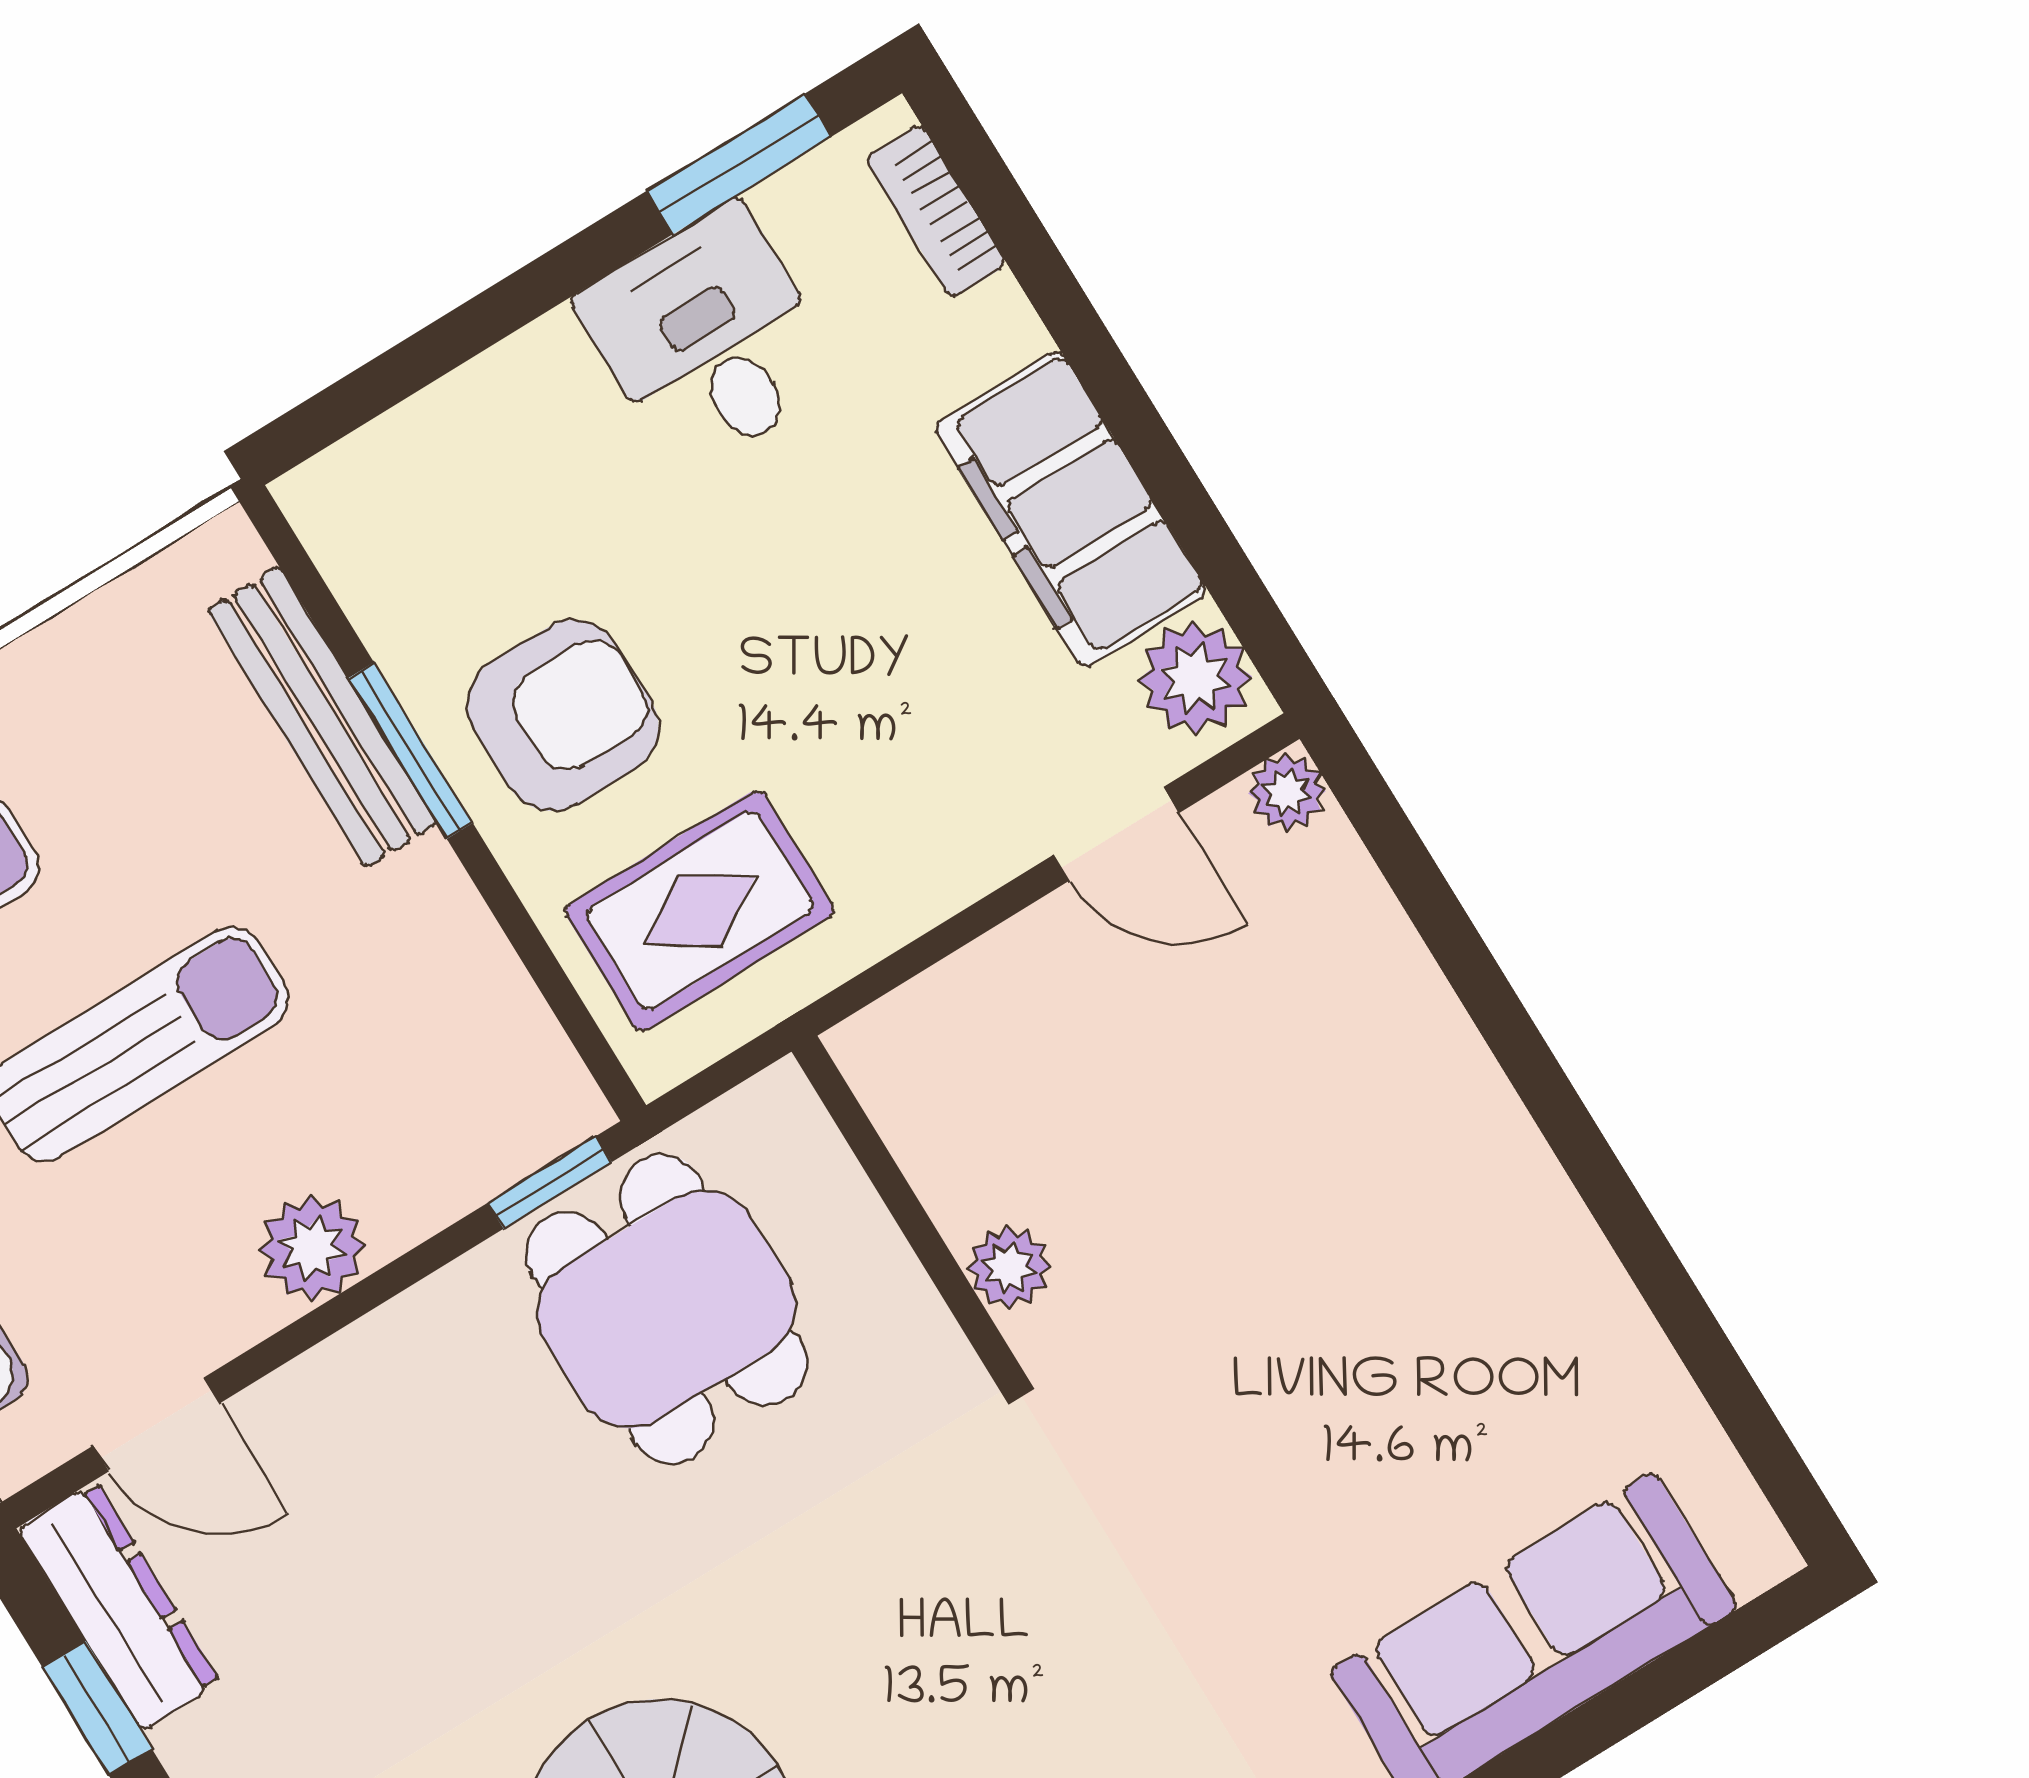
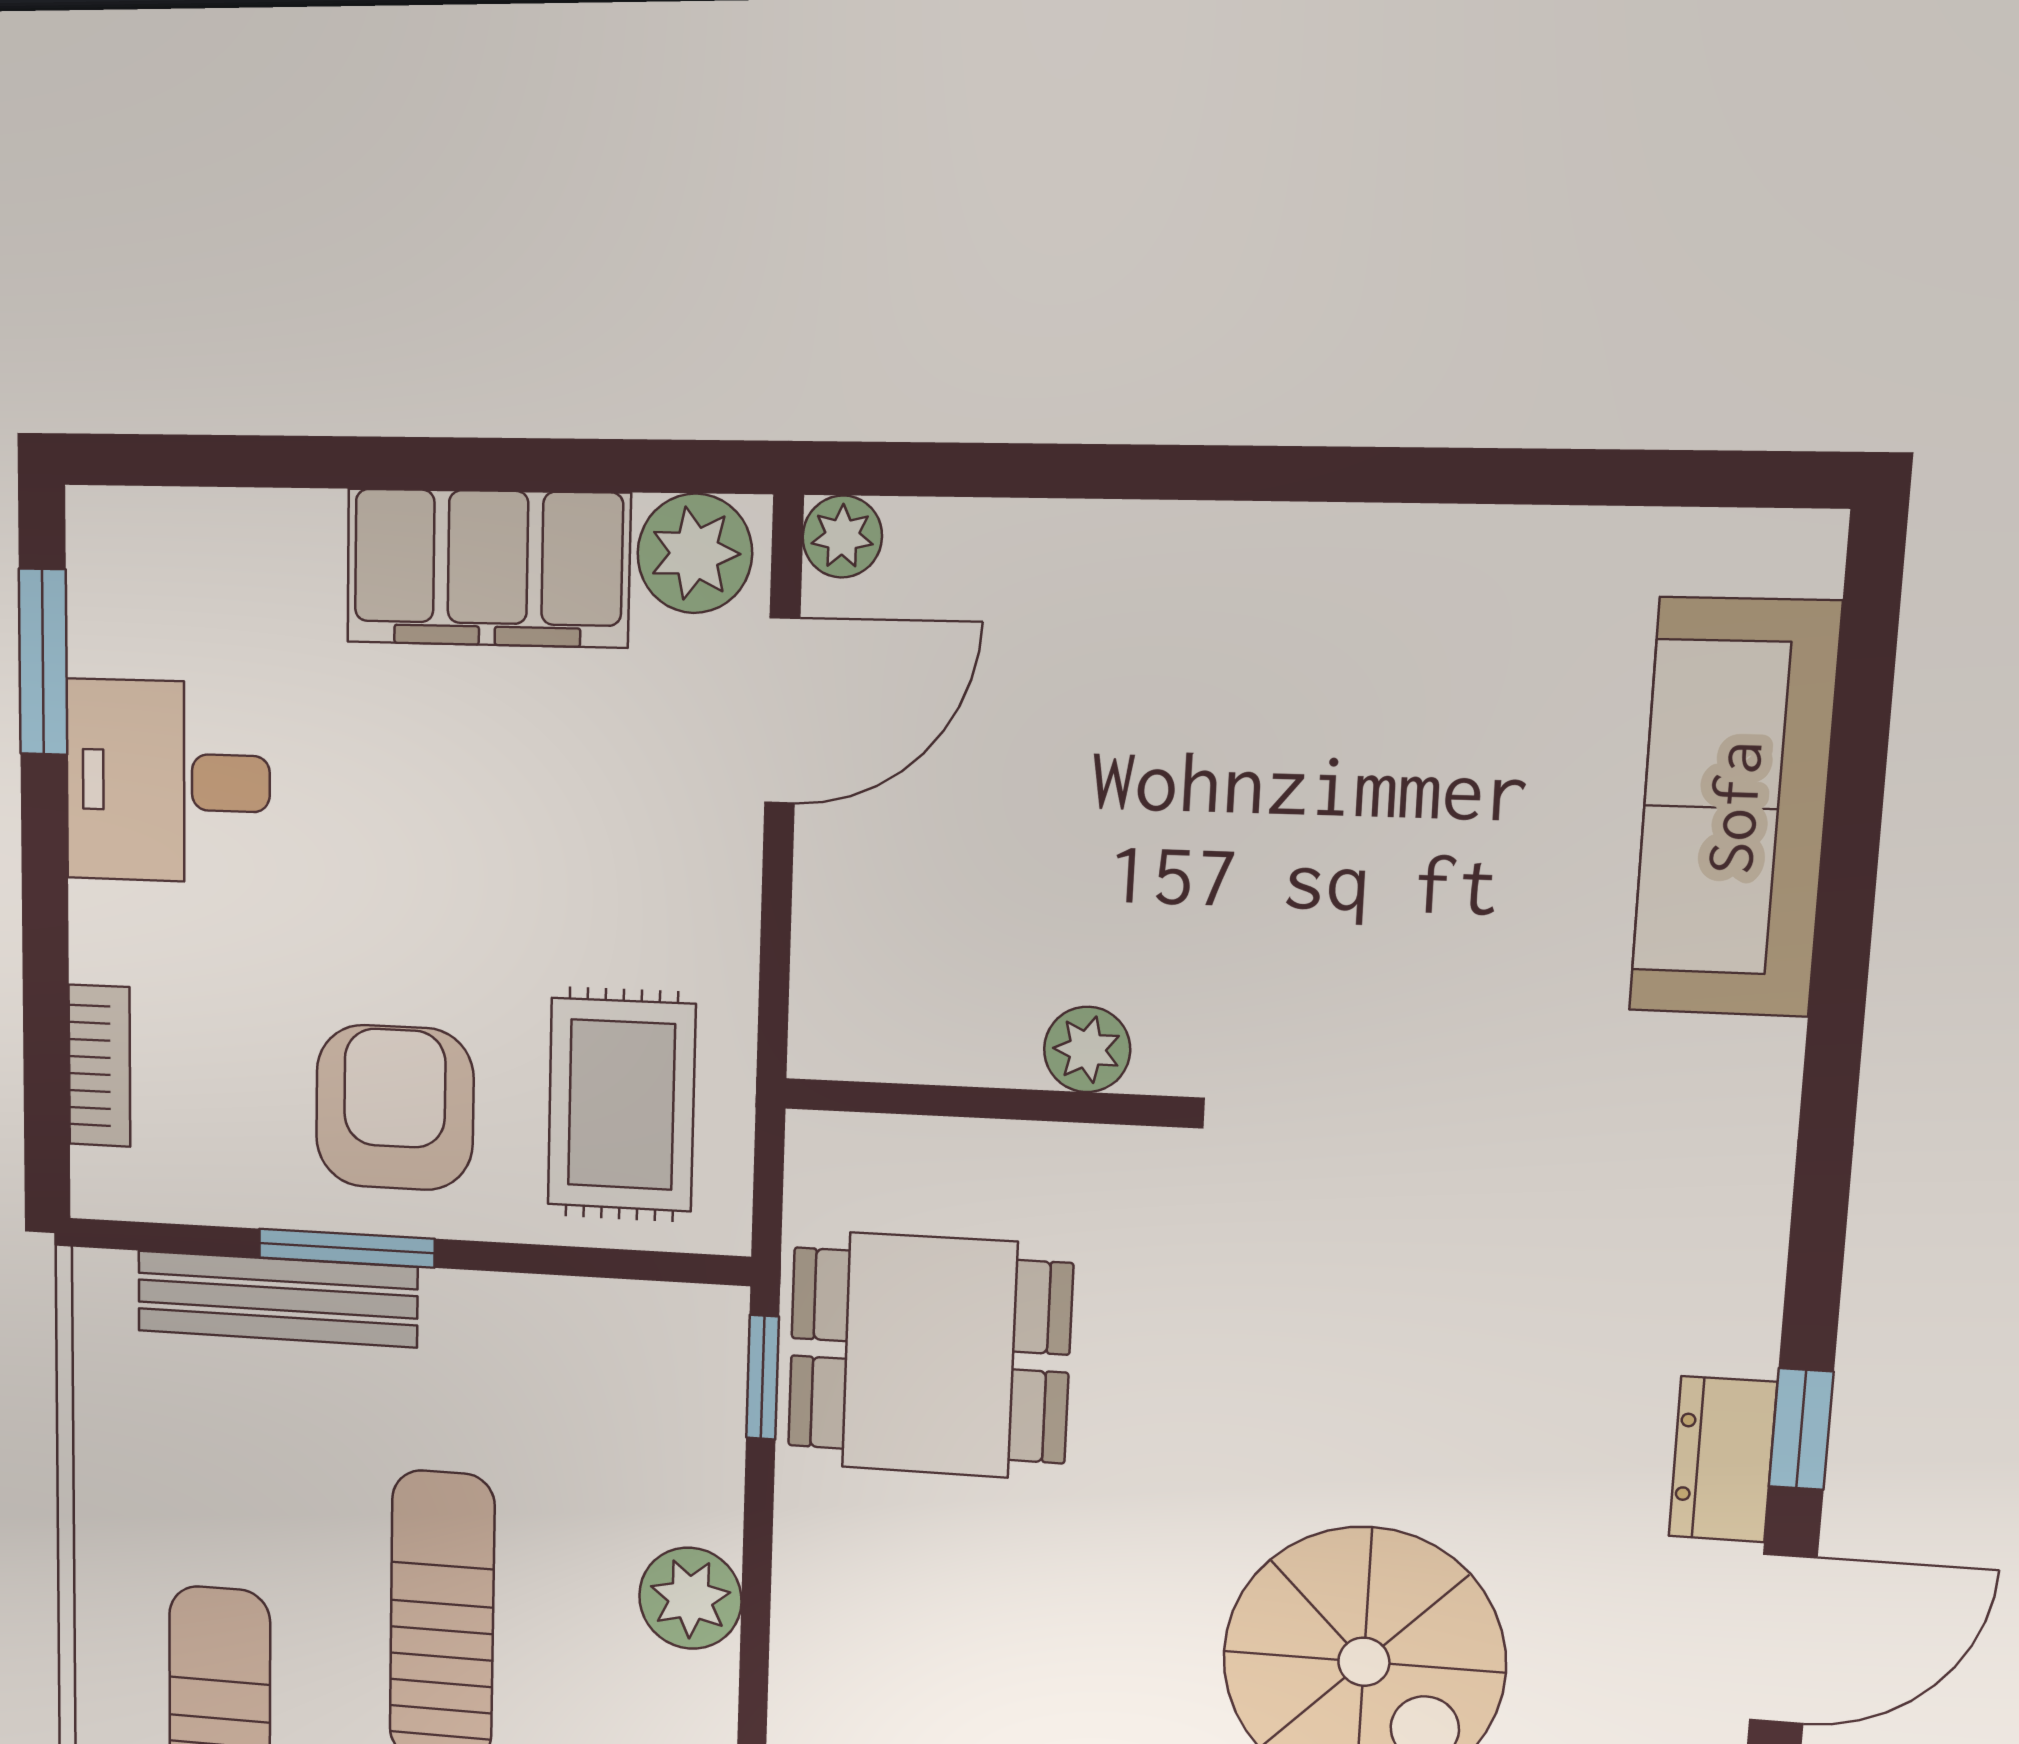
bookcase: (936, 211) -> (99, 1066), moved, turned -90
door: (1116, 834) -> (782, 711), width x1.38

